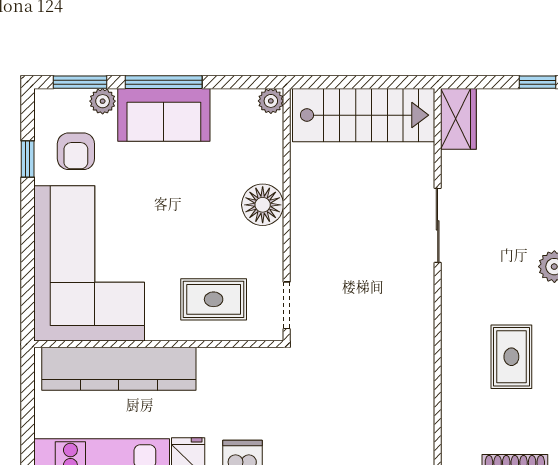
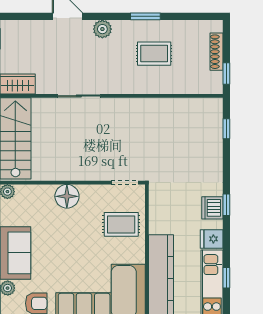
rug: (214, 299) -> (121, 224), turned 90

